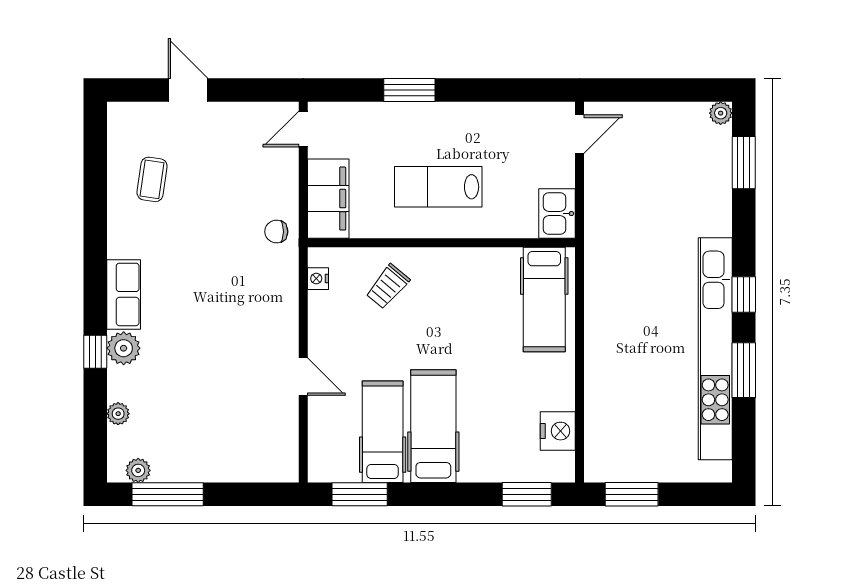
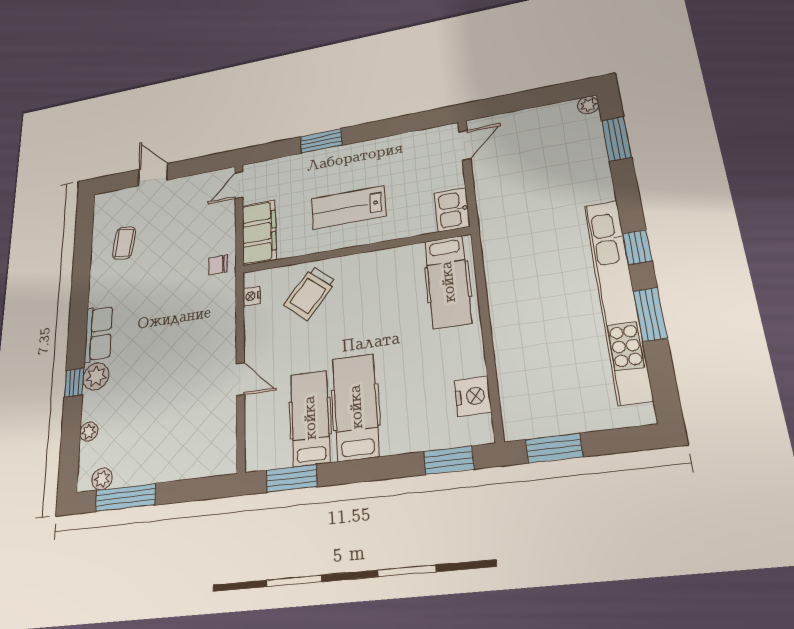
trolley: (388, 287) -> (310, 293), width x1.36, depth x1.39

